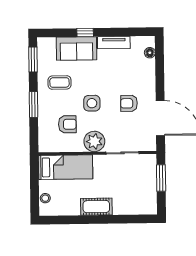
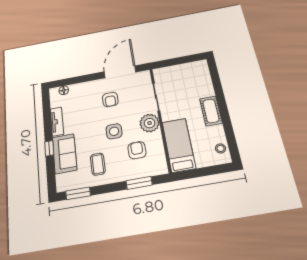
window: (34, 104) -> (139, 183), moved
window: (161, 178) -> (173, 62), removed
stool: (45, 198) -> (221, 148), moved

